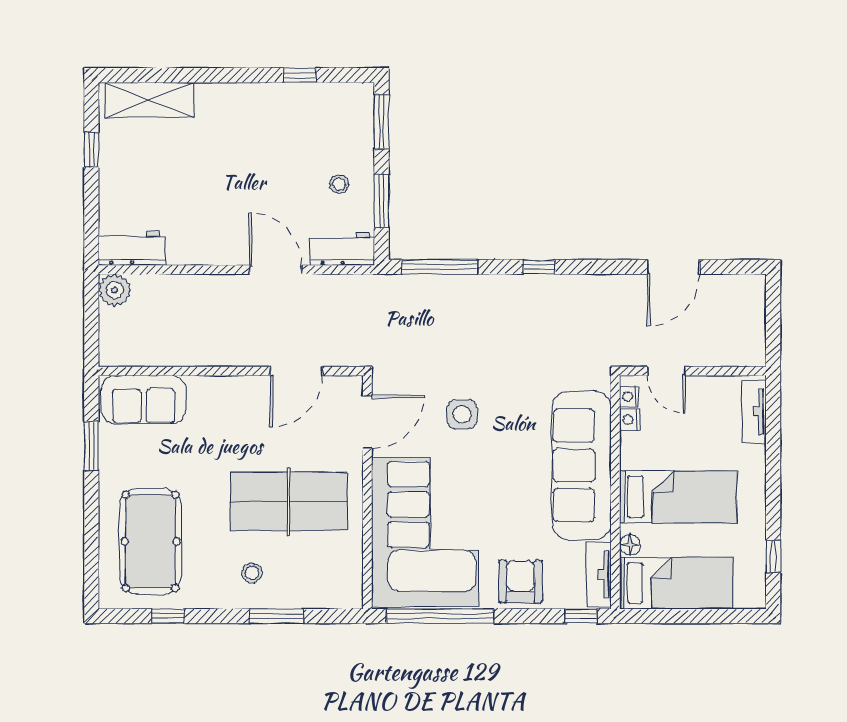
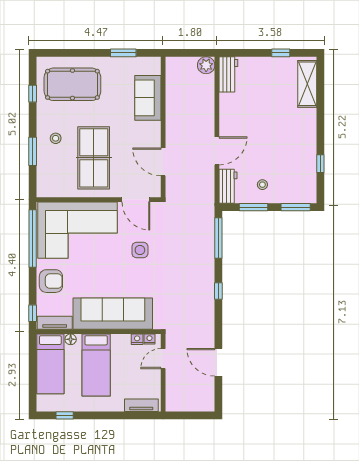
sofa: (144, 400) -> (148, 98), moved

